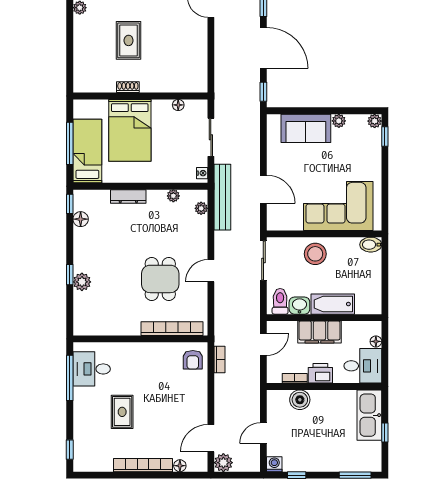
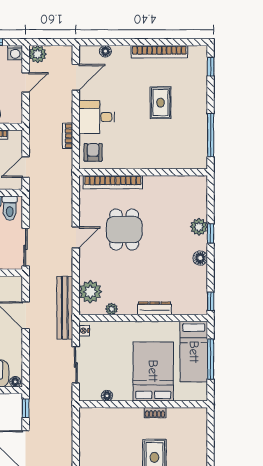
floor lamp: (274, 120) -> (15, 382), added
plant: (201, 208) -> (90, 292), width x1.88, depth x1.88
floor lamp: (81, 219) -> (200, 258), moved
bookcase: (220, 360) -> (68, 136), moved
desk: (92, 369) -> (97, 117), moved, turned 180
plant: (223, 463) -> (38, 54), moved
bookcase: (143, 465) -> (159, 52), moved

